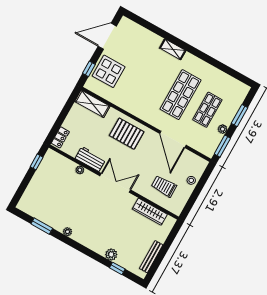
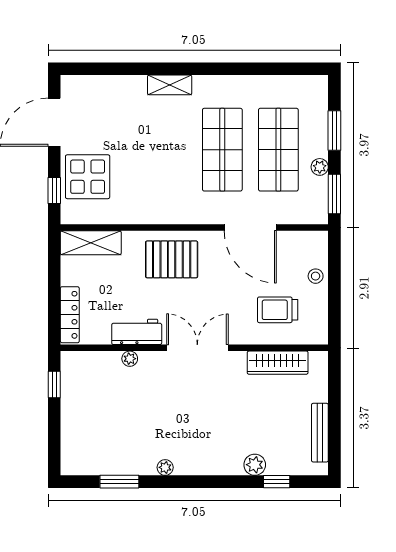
shop shelf: (207, 110) -> (278, 150), width x1.43, depth x1.36
locker: (60, 137) -> (70, 315), width x1.53

